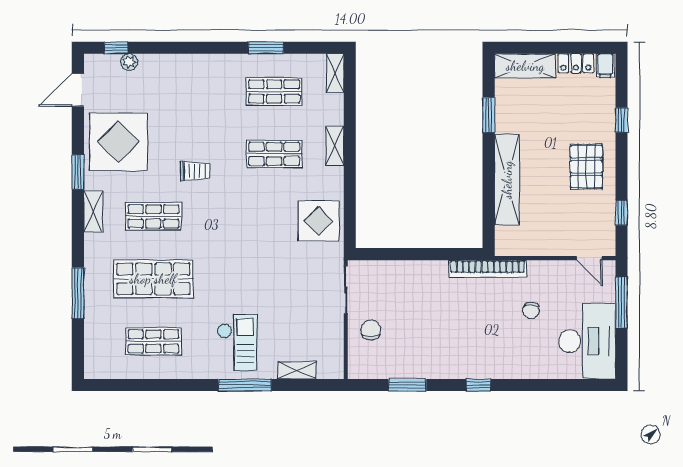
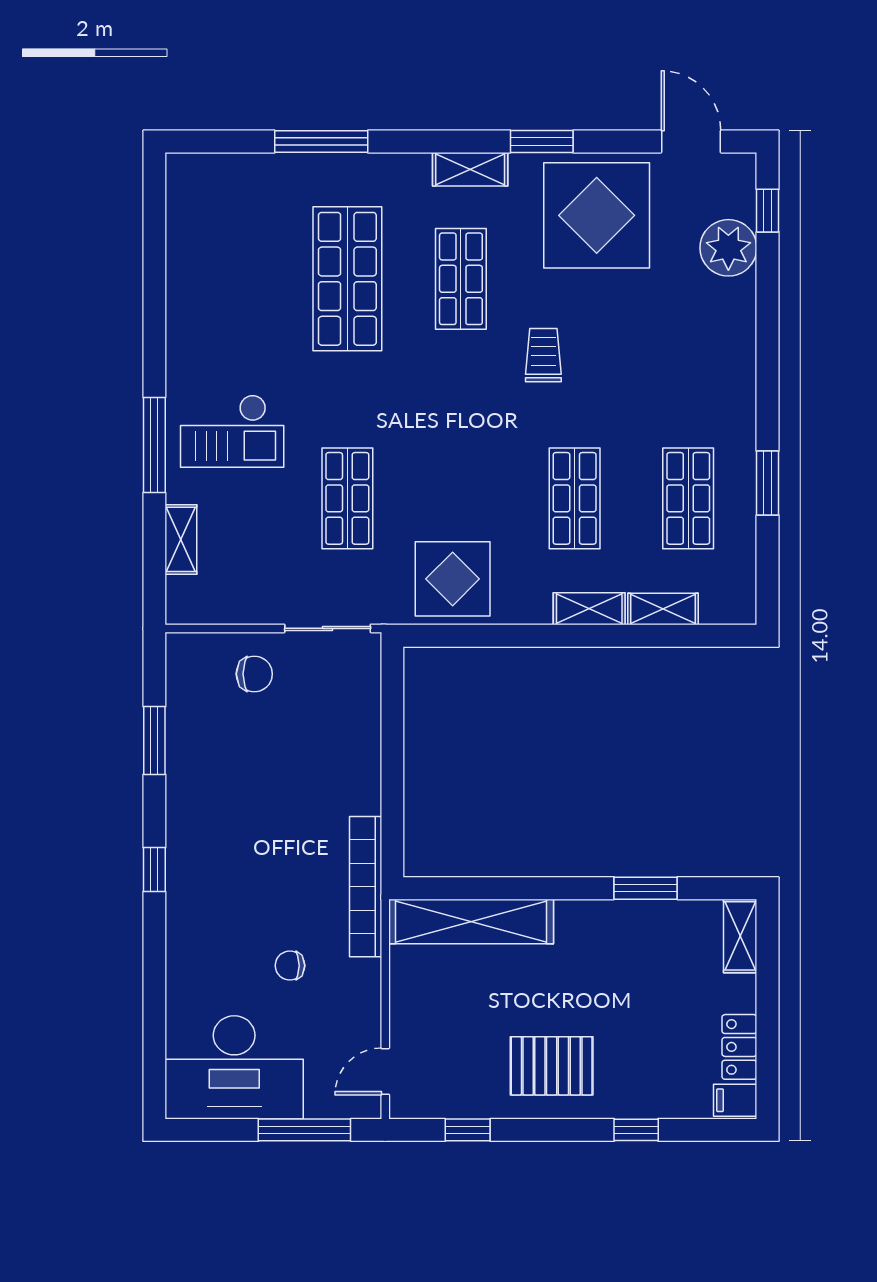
plant: (129, 62) -> (728, 248), width x1.88, depth x1.88
shelving: (525, 66) -> (740, 936), width x0.67, depth x0.75
shelving: (335, 73) -> (663, 609), moved
trolley: (195, 171) -> (543, 355), turned 180
shelving: (507, 180) -> (471, 921), moved
shop shelf: (153, 341) -> (347, 498), moved

